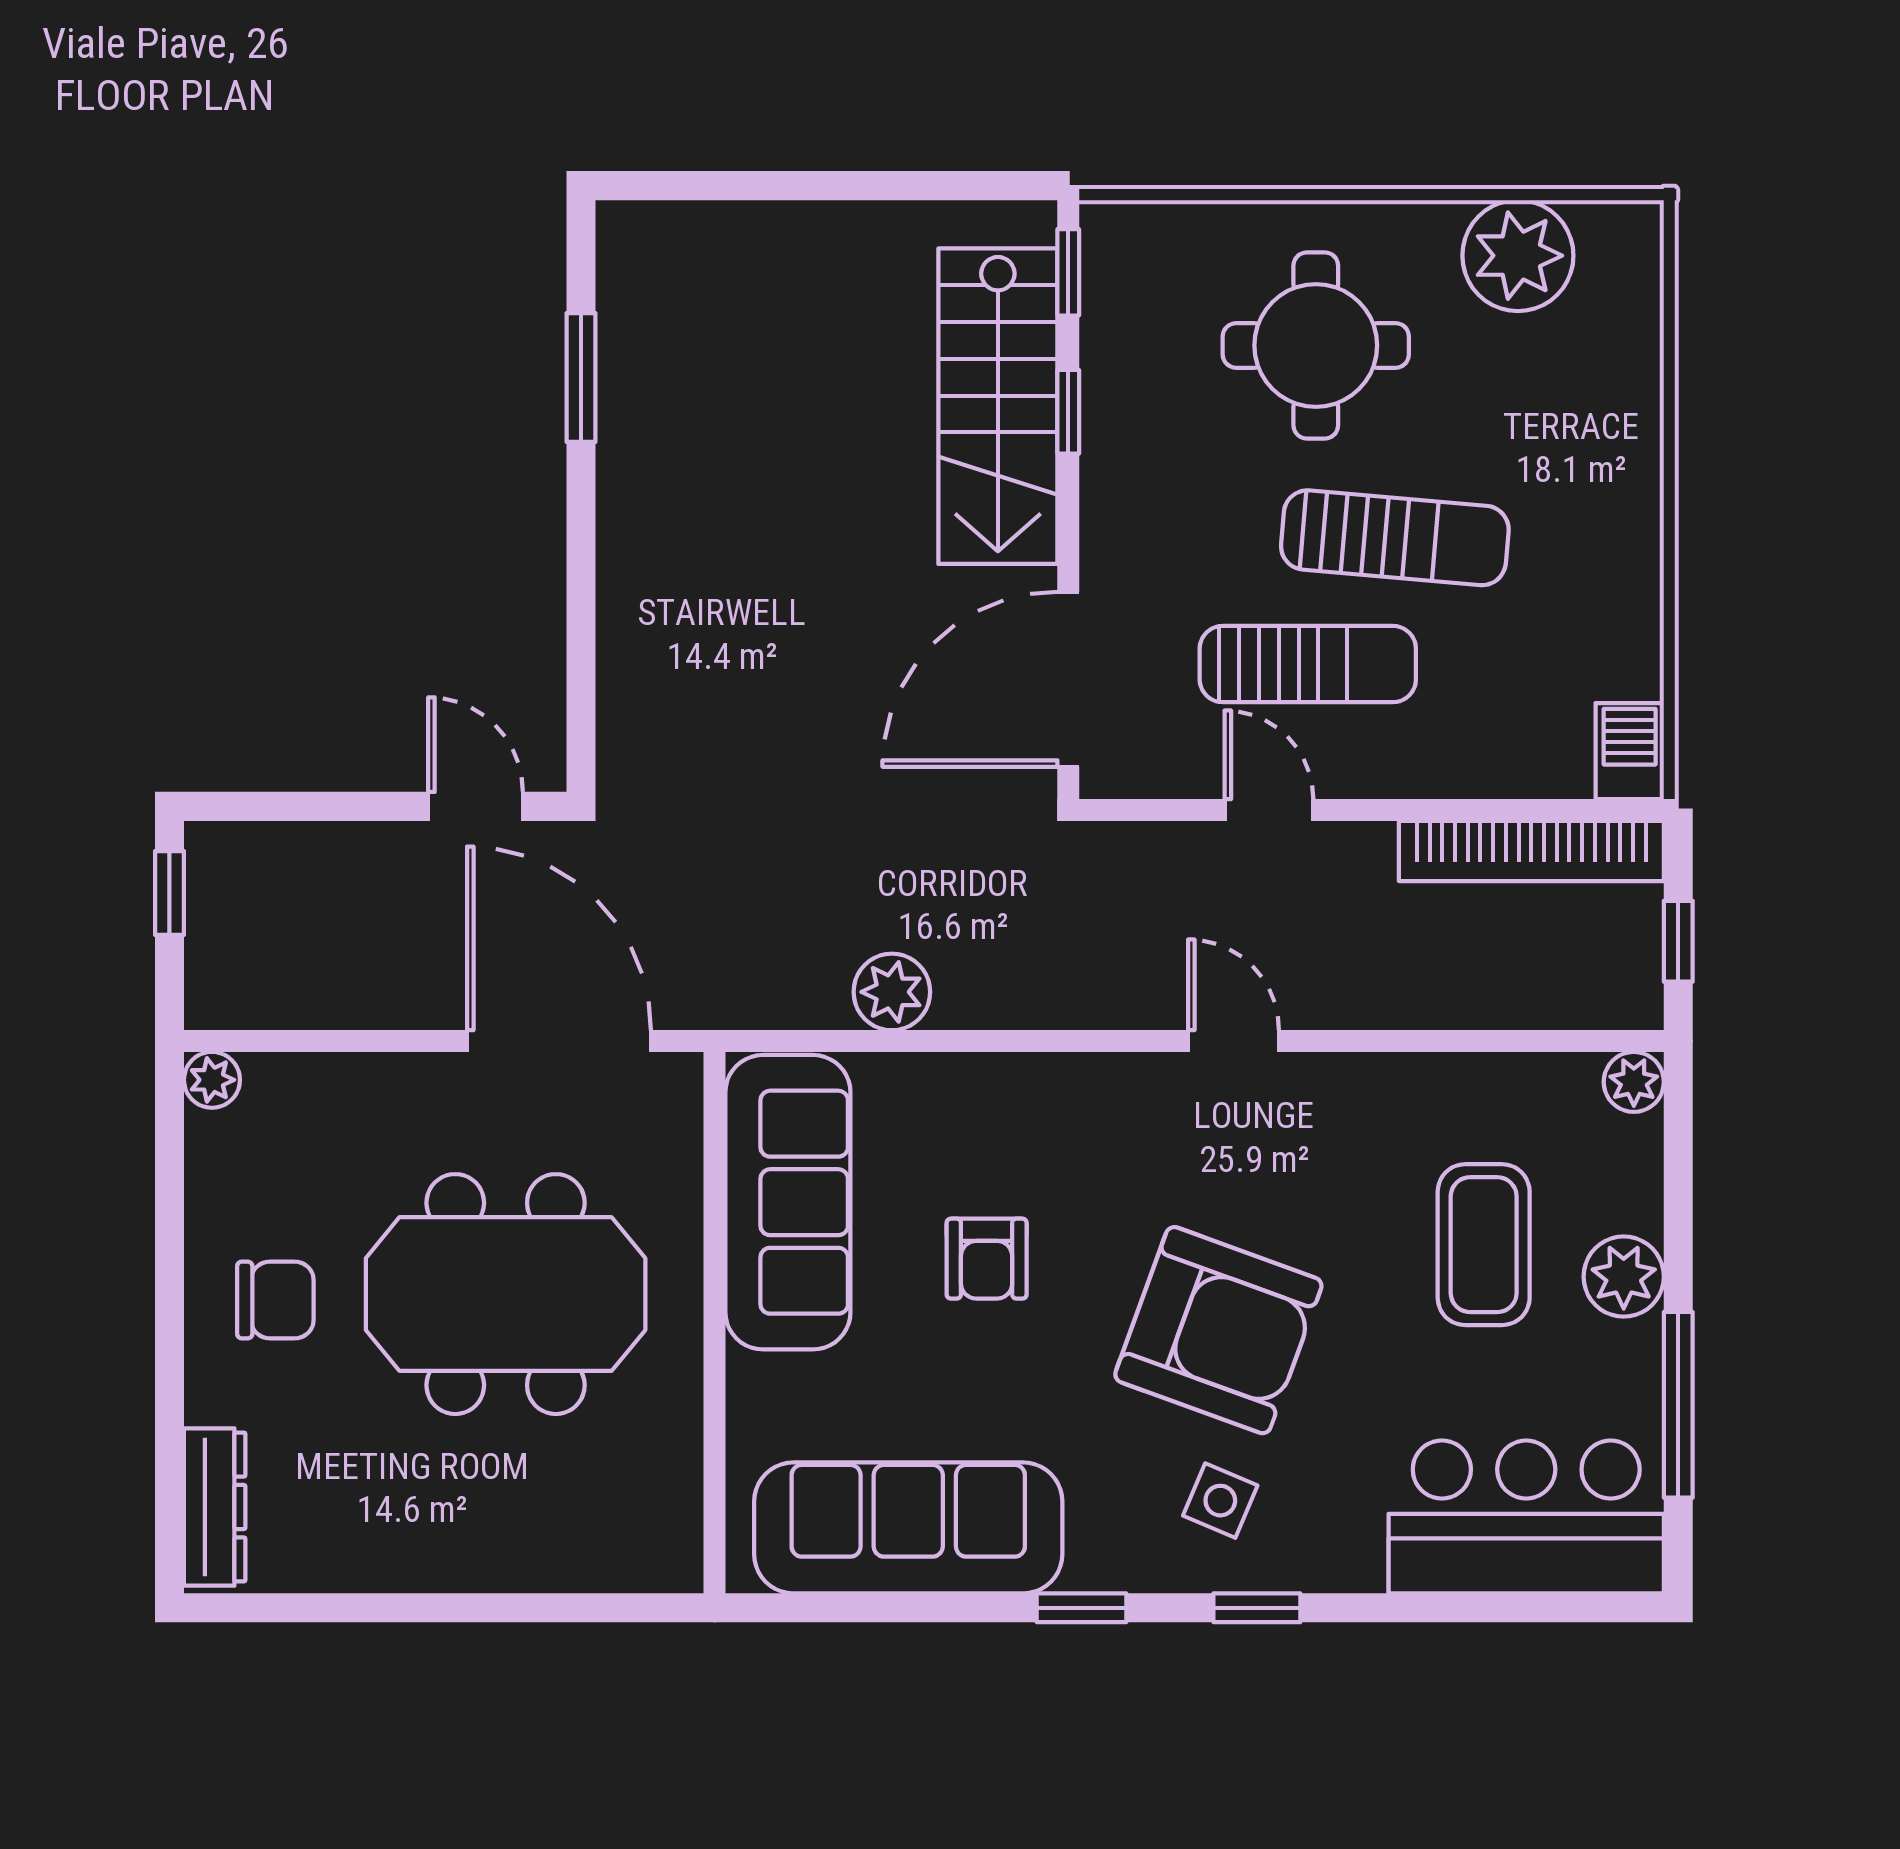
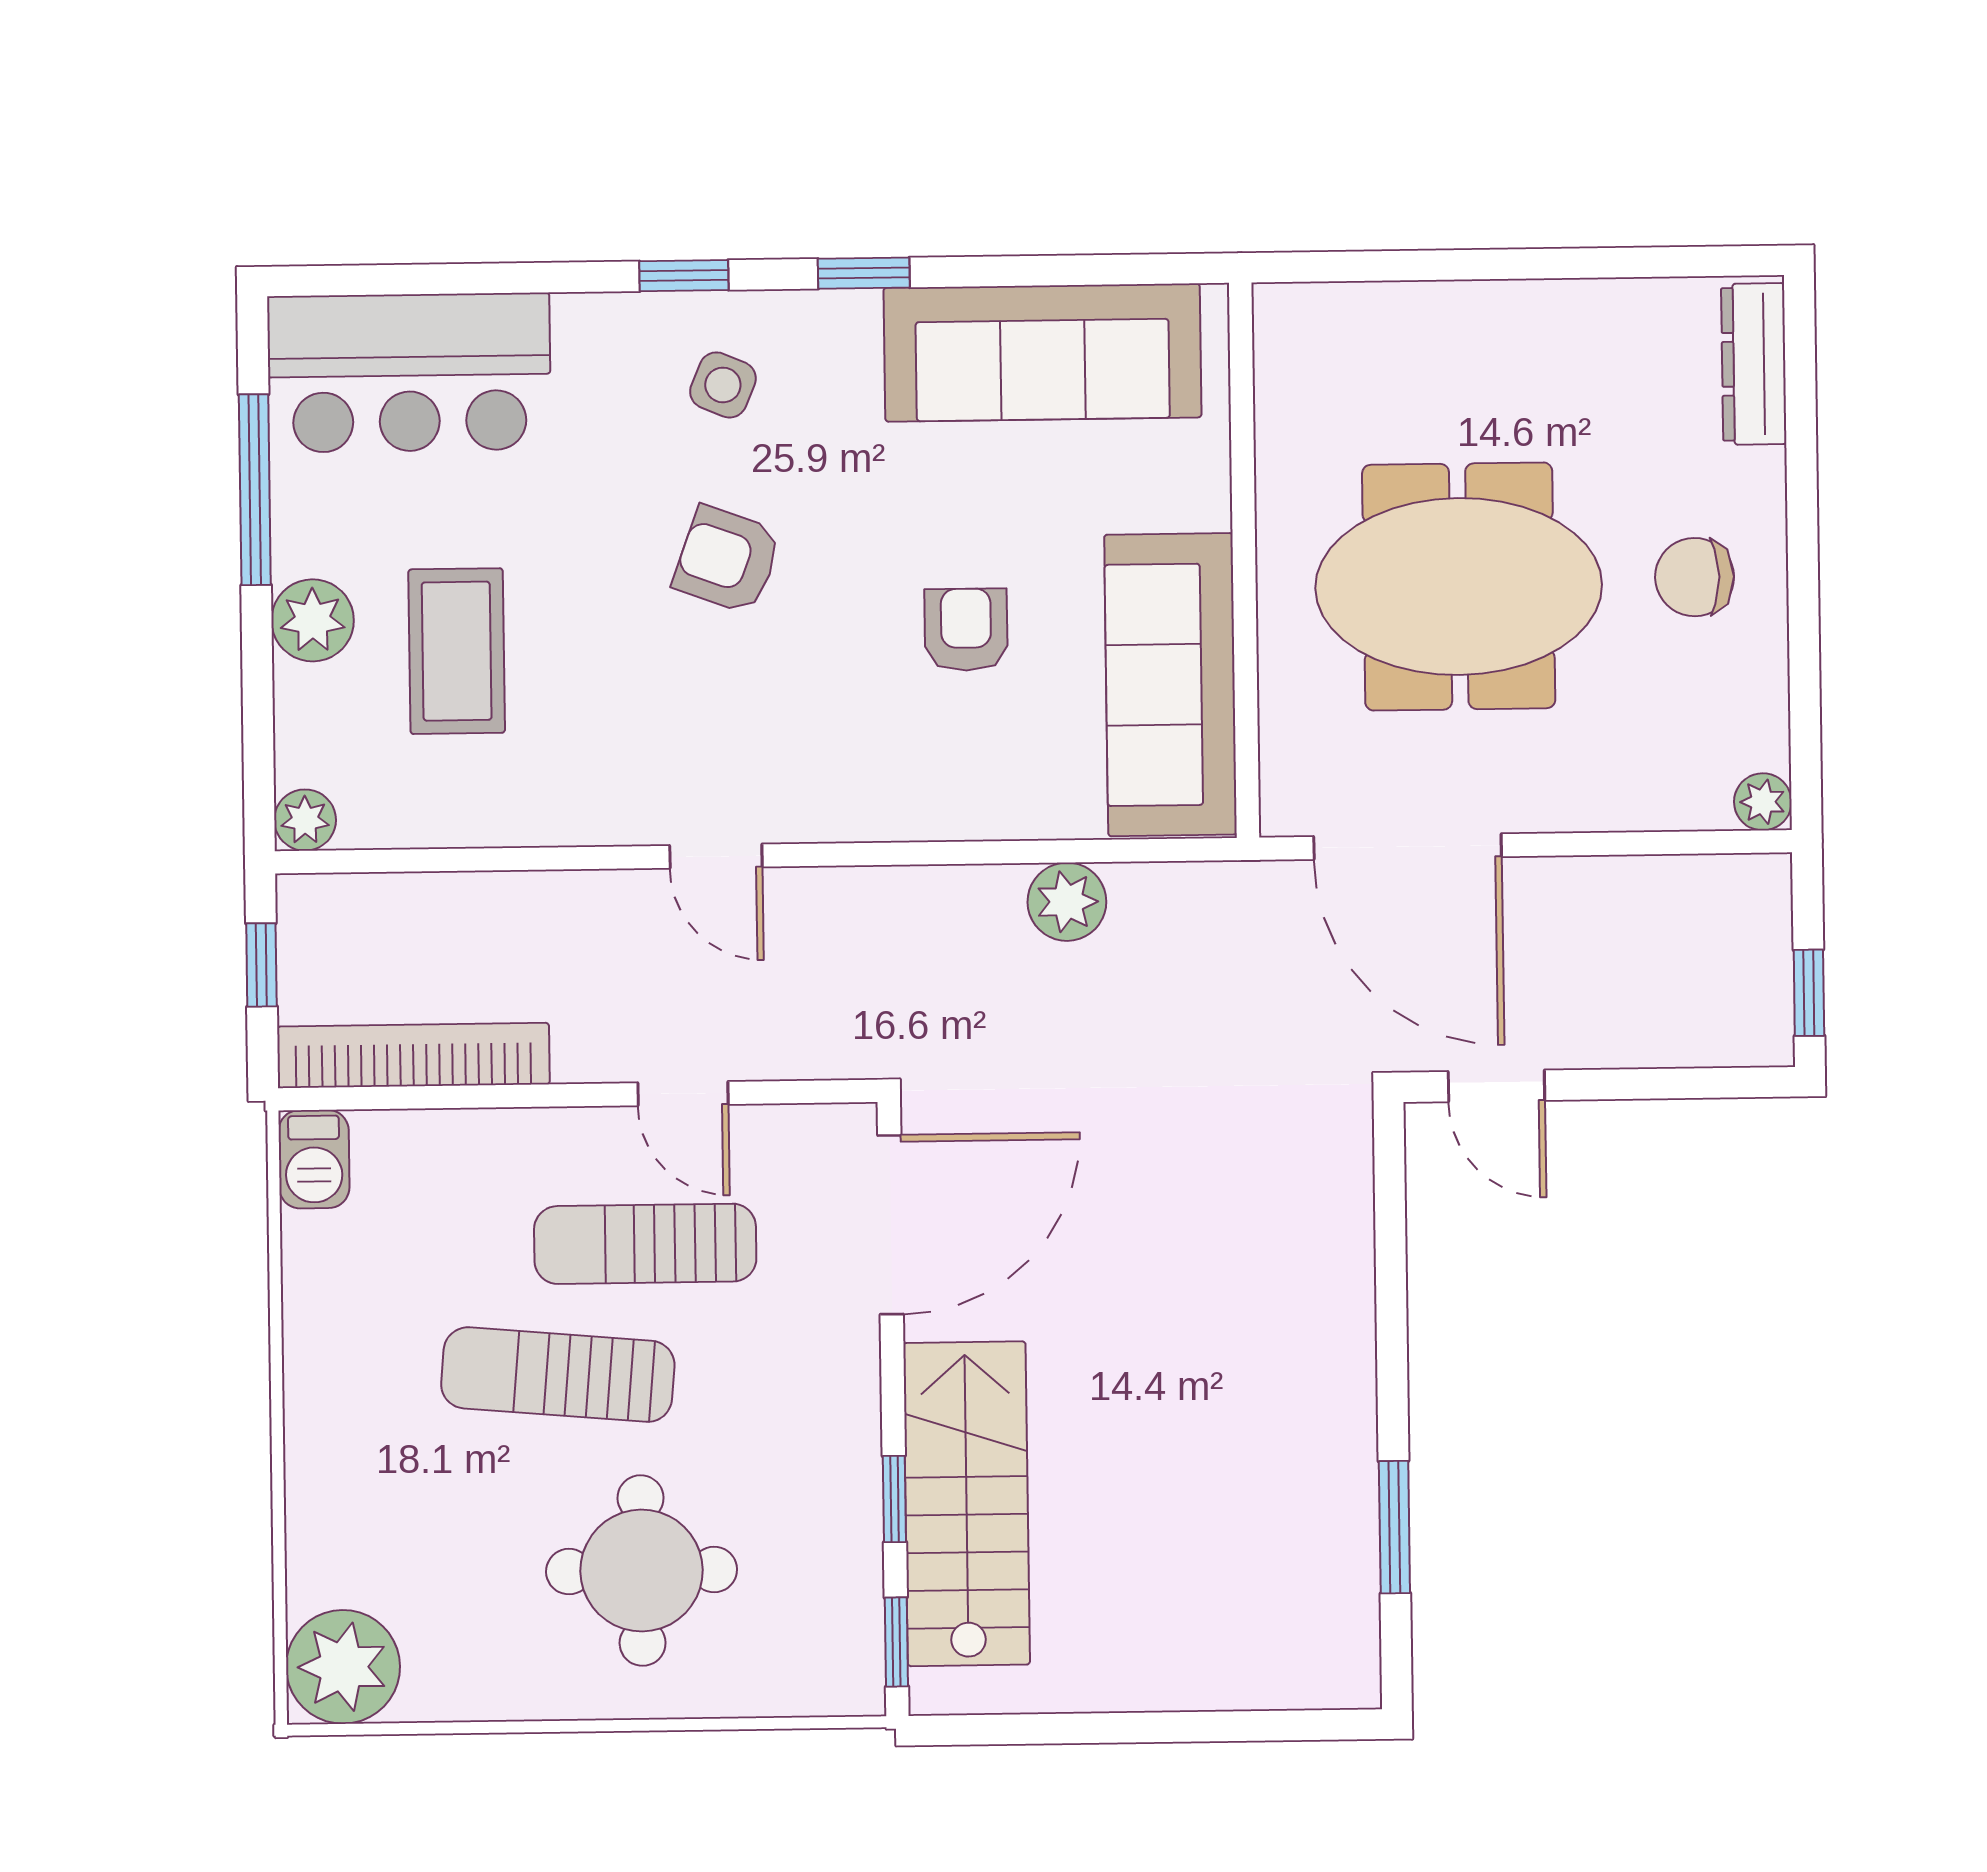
plant: (1518, 256) -> (343, 1667), moved
armchair: (1218, 1330) -> (727, 560), width x0.53, depth x0.53

